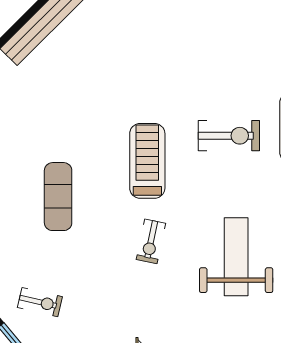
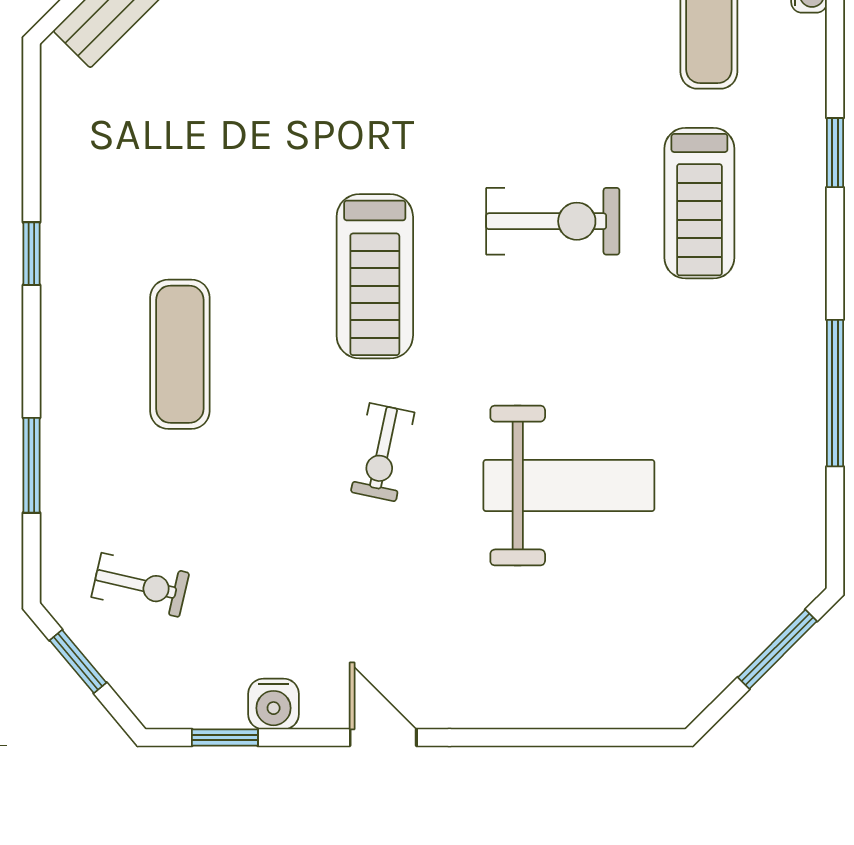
treadmill: (147, 161) -> (375, 276), turned 180
weight bench: (236, 257) -> (569, 486), turned 90

